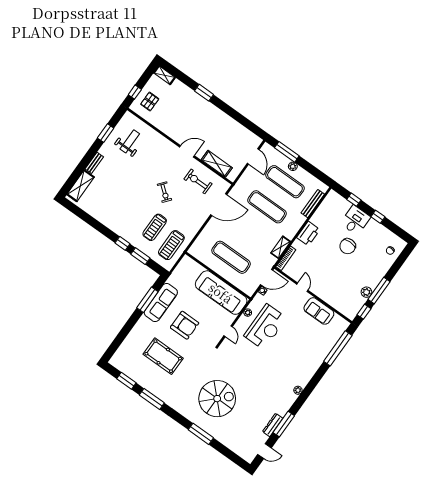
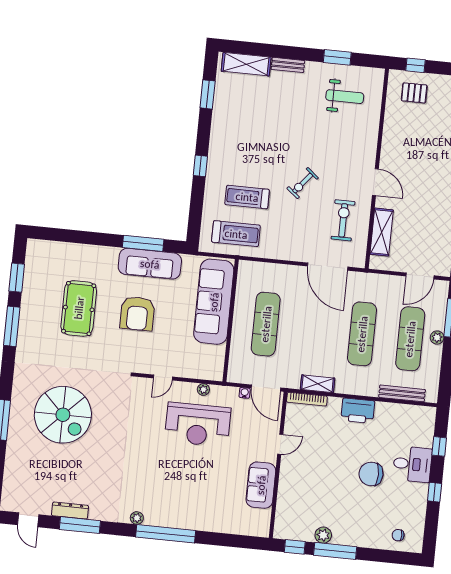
treadmill: (171, 245) -> (236, 234), turned 180
window: (140, 256) -> (208, 94), moved
sofa: (221, 293) -> (214, 302), moved
window: (338, 348) -> (166, 534), moved

